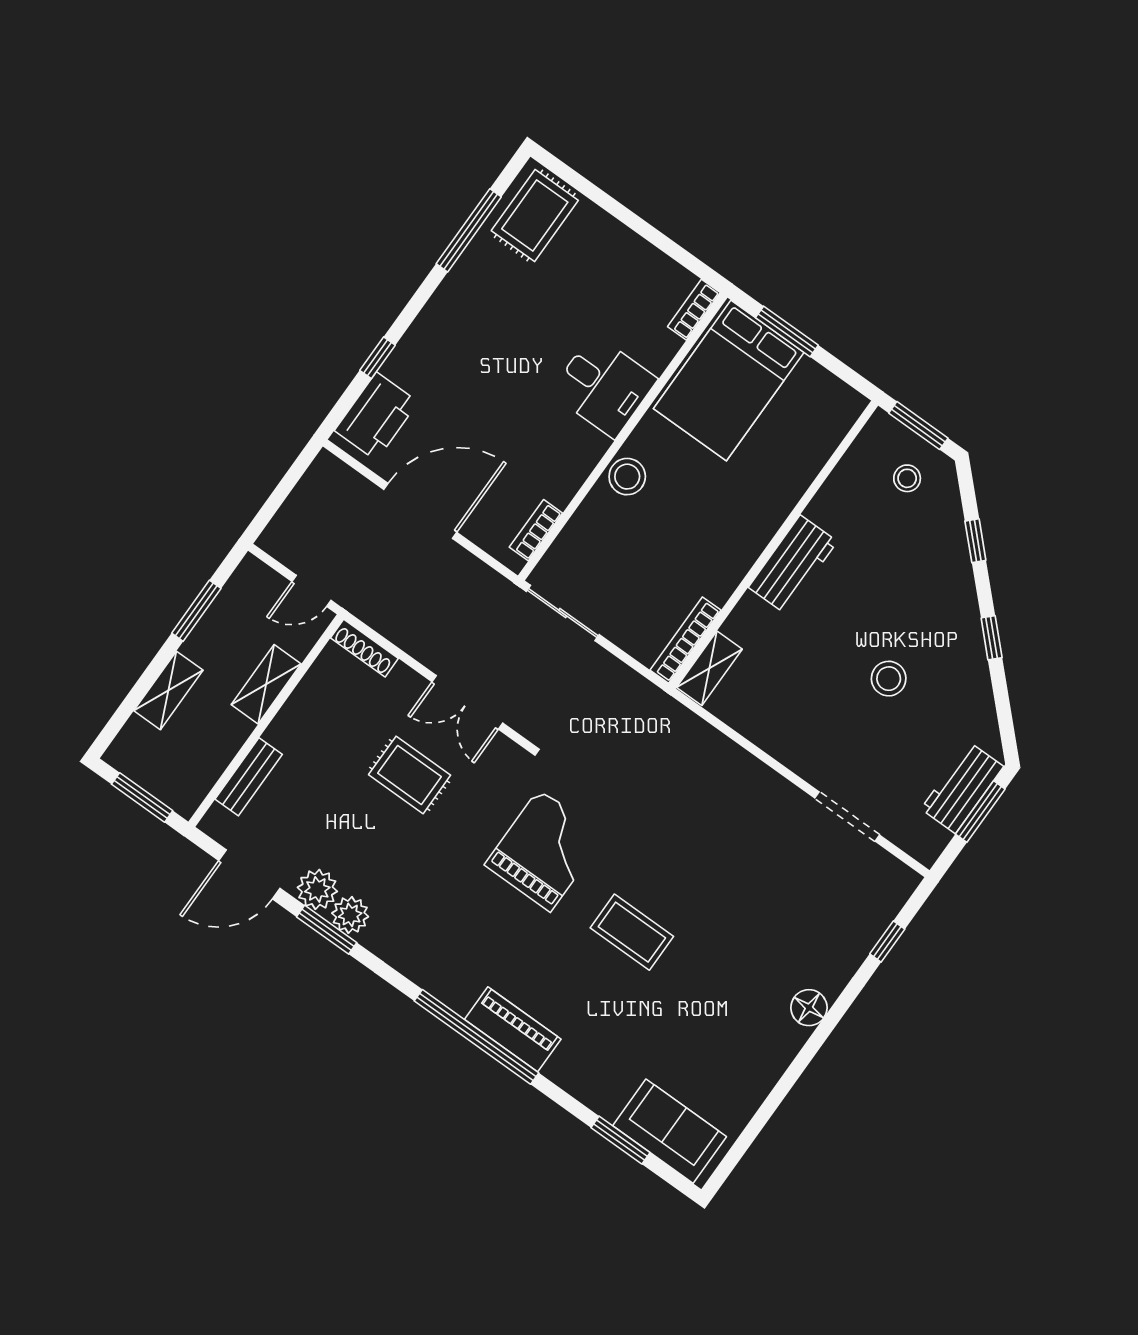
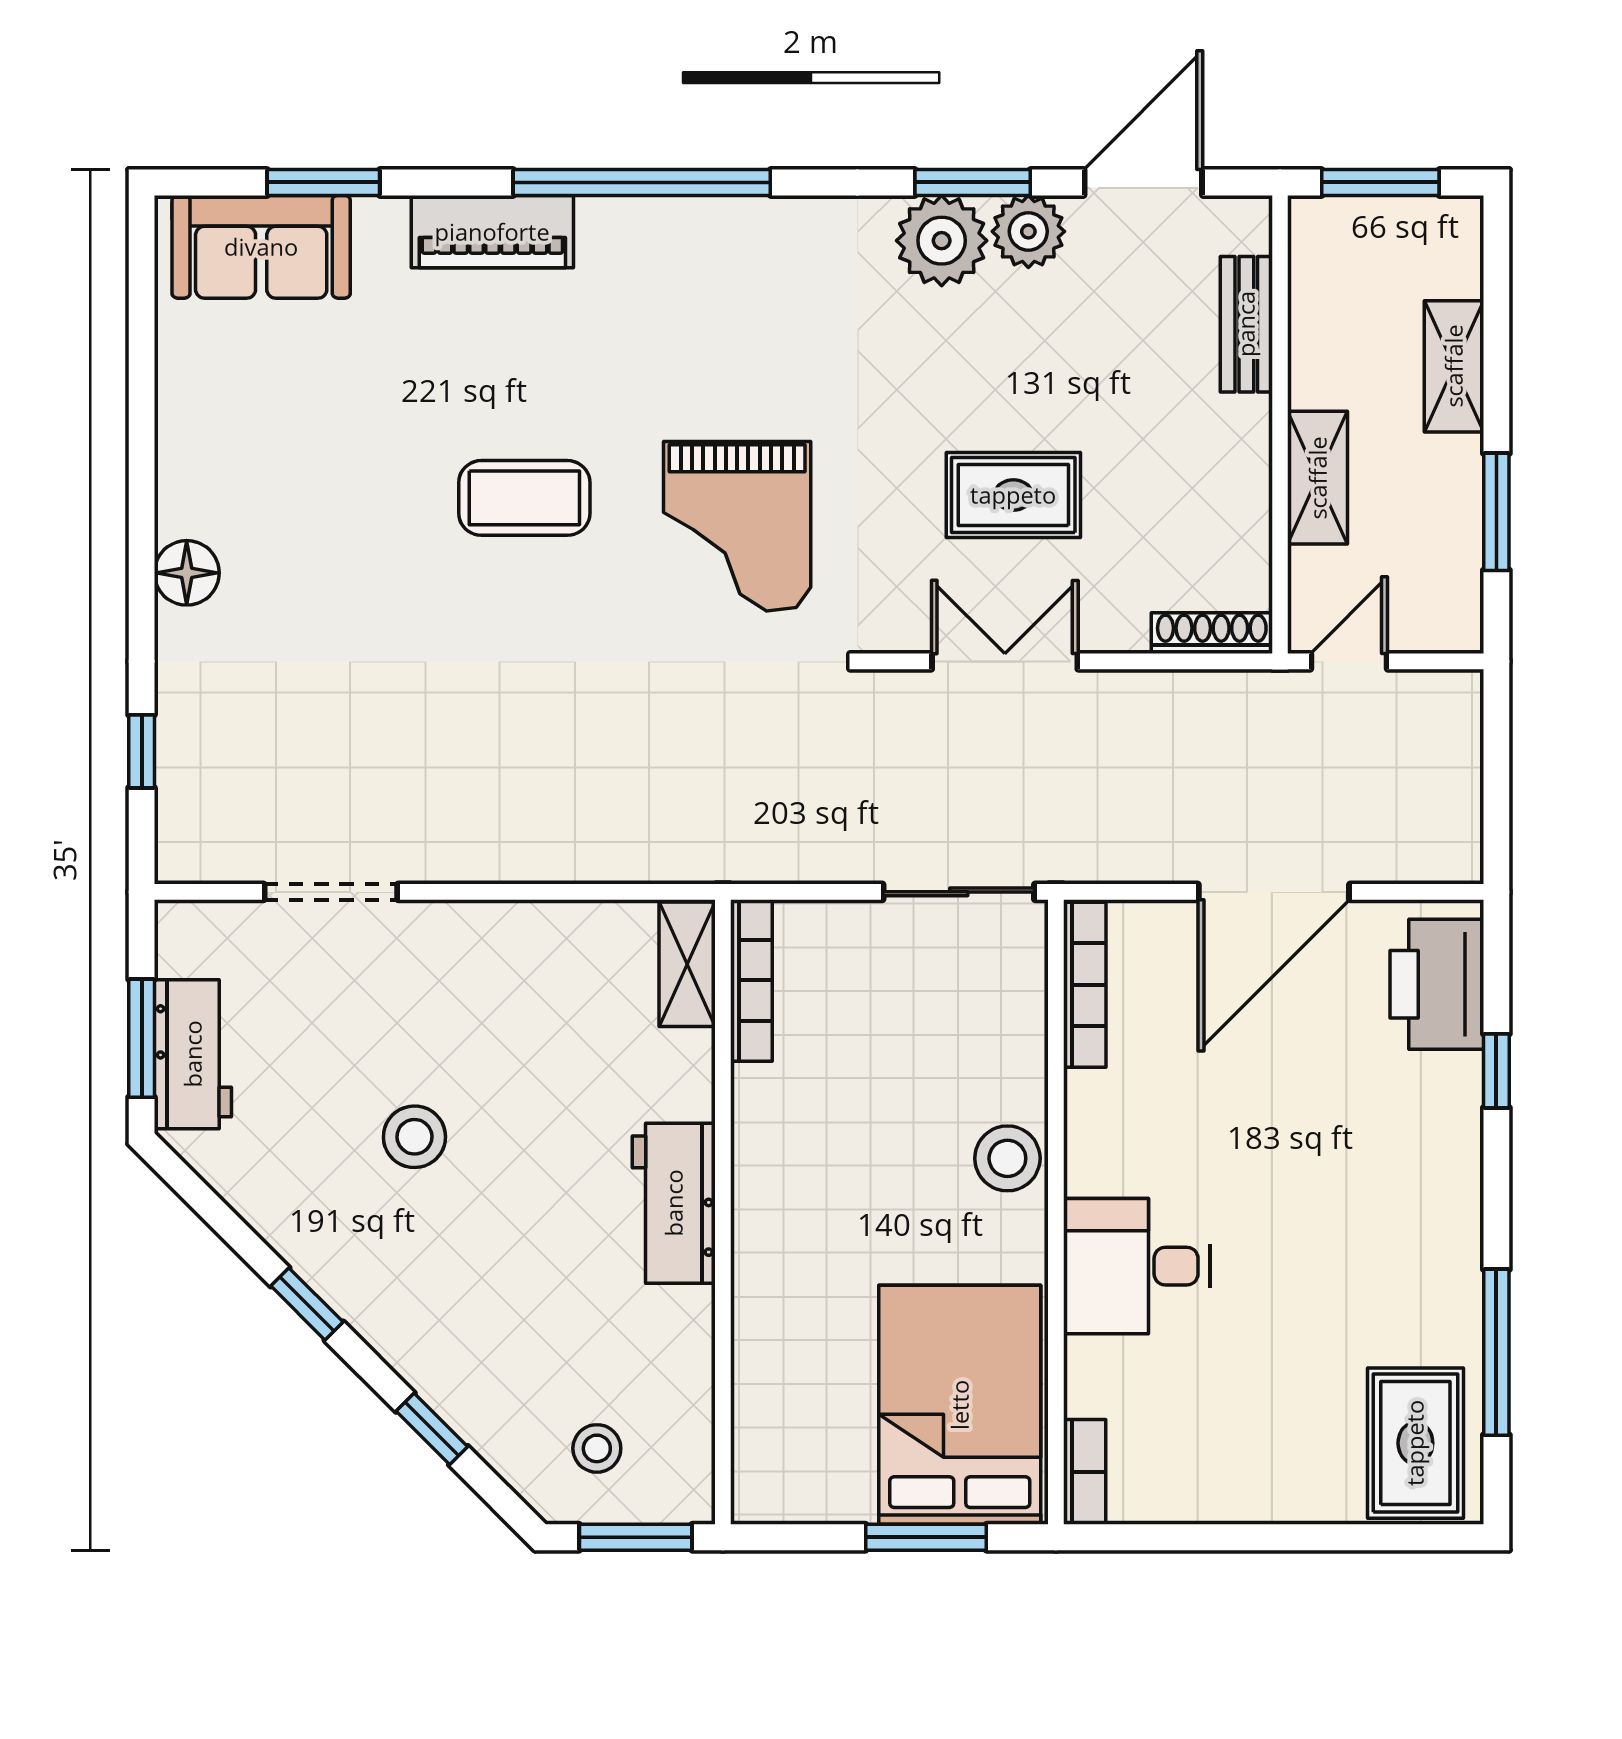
bookcase: (536, 530) -> (1085, 985), width x1.56
plant: (350, 915) -> (942, 241), width x1.36, depth x1.36
piano: (513, 1029) -> (492, 232), moved

